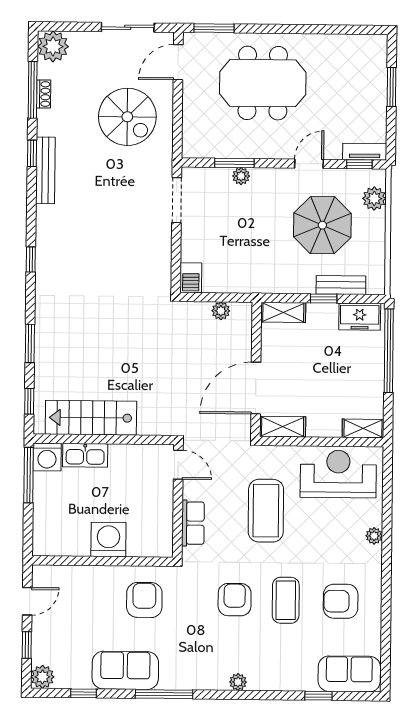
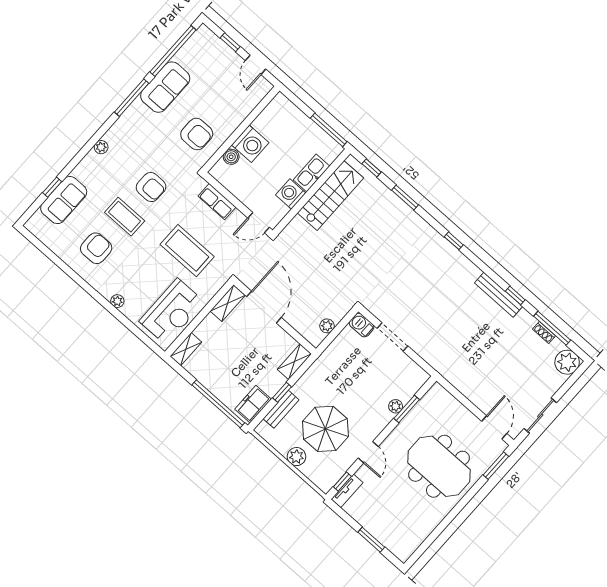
meeting table: (263, 83) -> (439, 466), turned 90
spiral stairs: (127, 117) -> (488, 370), removed
plant: (374, 199) -> (296, 457), moved
doorway: (177, 200) -> (393, 337), moved
washing machine: (47, 457) -> (291, 194), moved
boiler: (137, 547) -> (231, 157), added
sofa: (349, 674) -> (64, 200), moved
plant: (42, 677) -> (204, 35), removed
window: (83, 693) -> (173, 51), width x3.17

